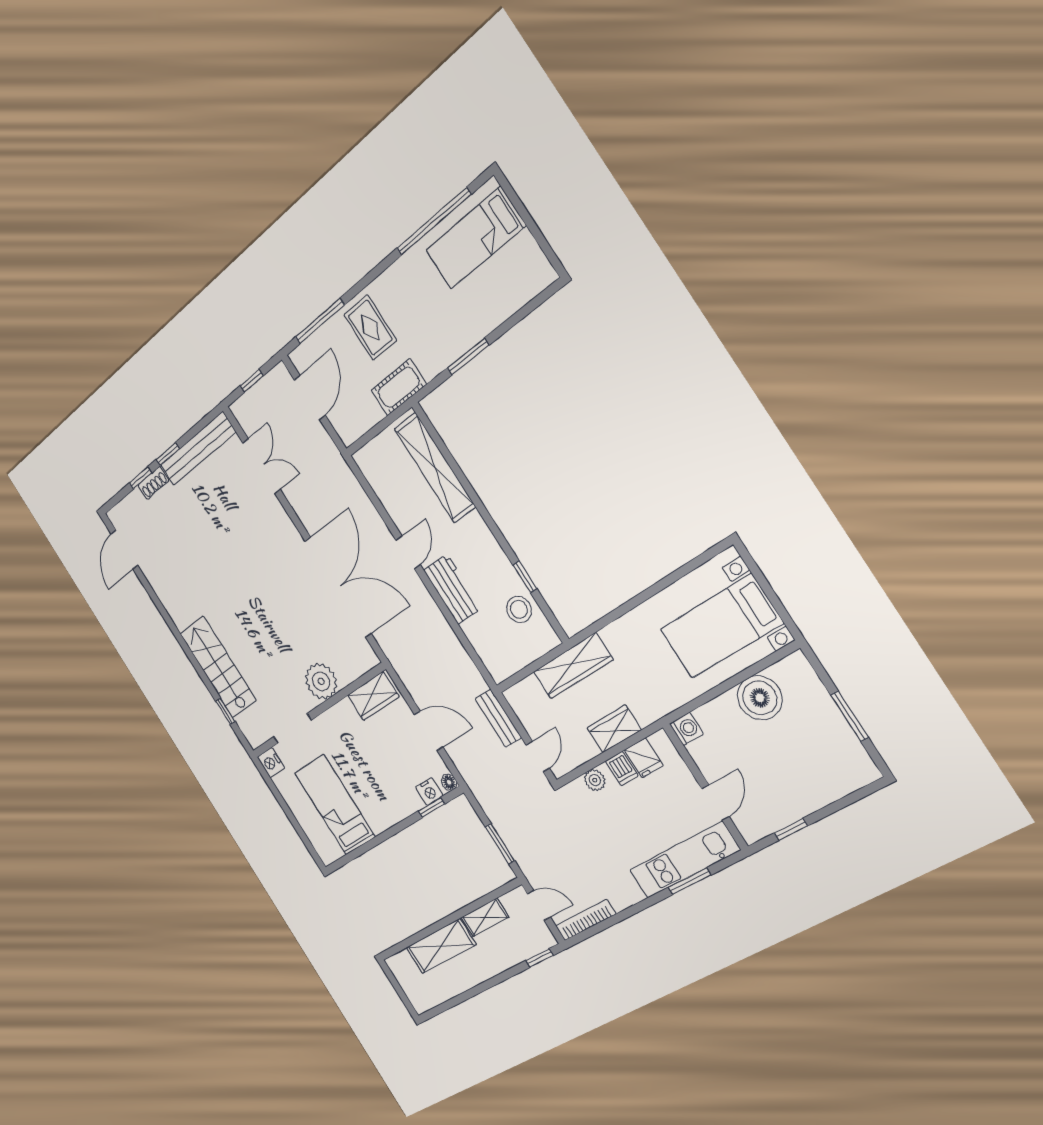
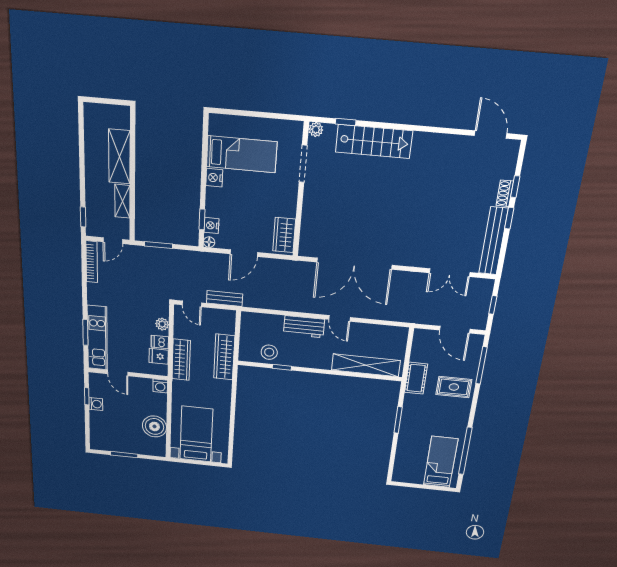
plant: (321, 681) -> (316, 129), moved, width x0.53, depth x0.53
wardrobe: (614, 729) -> (181, 360), width x1.50
nightstand: (271, 763) -> (214, 178), moved, turned -90
washing machine: (793, 809) -> (96, 404), added

